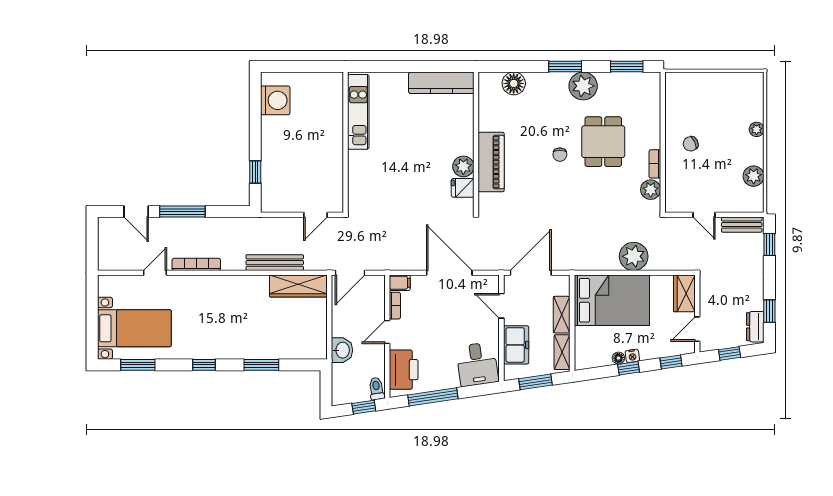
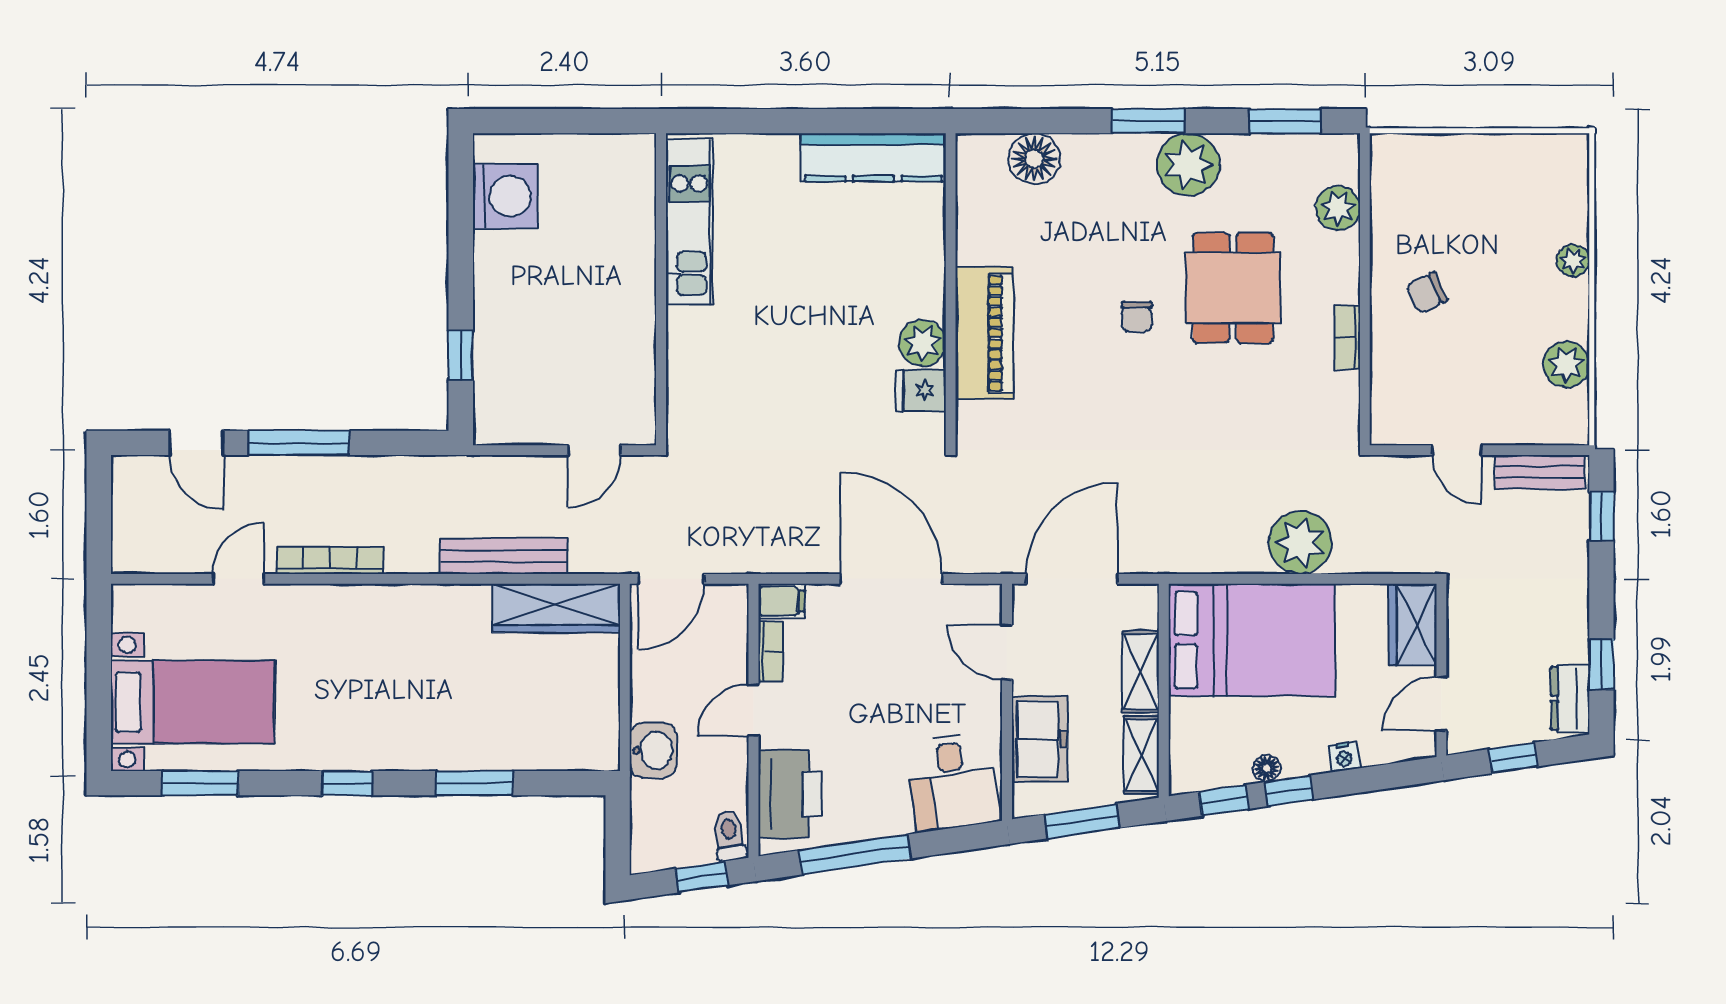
plant: (651, 190) -> (1338, 208), moved
nightstand: (632, 356) -> (1344, 757), moved
window: (671, 362) -> (1224, 800), moved

